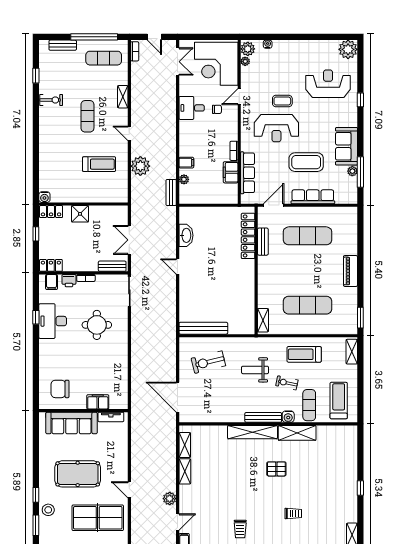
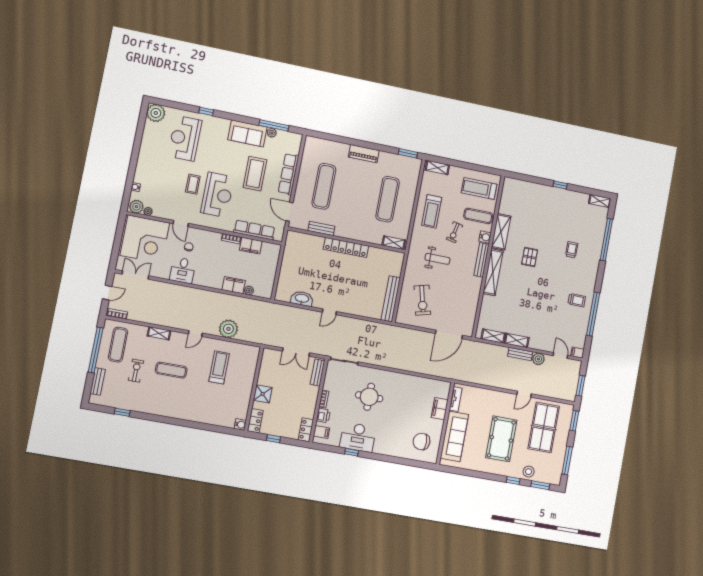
exercise bike: (51, 100) -> (136, 371), moved
filing cabinet: (186, 163) -> (234, 285), width x2.00
bench: (171, 192) -> (520, 354), moved
locker: (248, 236) -> (346, 247), moved
weight bench: (255, 370) -> (437, 259), turned -90
chair: (60, 389) -> (421, 442), turned 90

